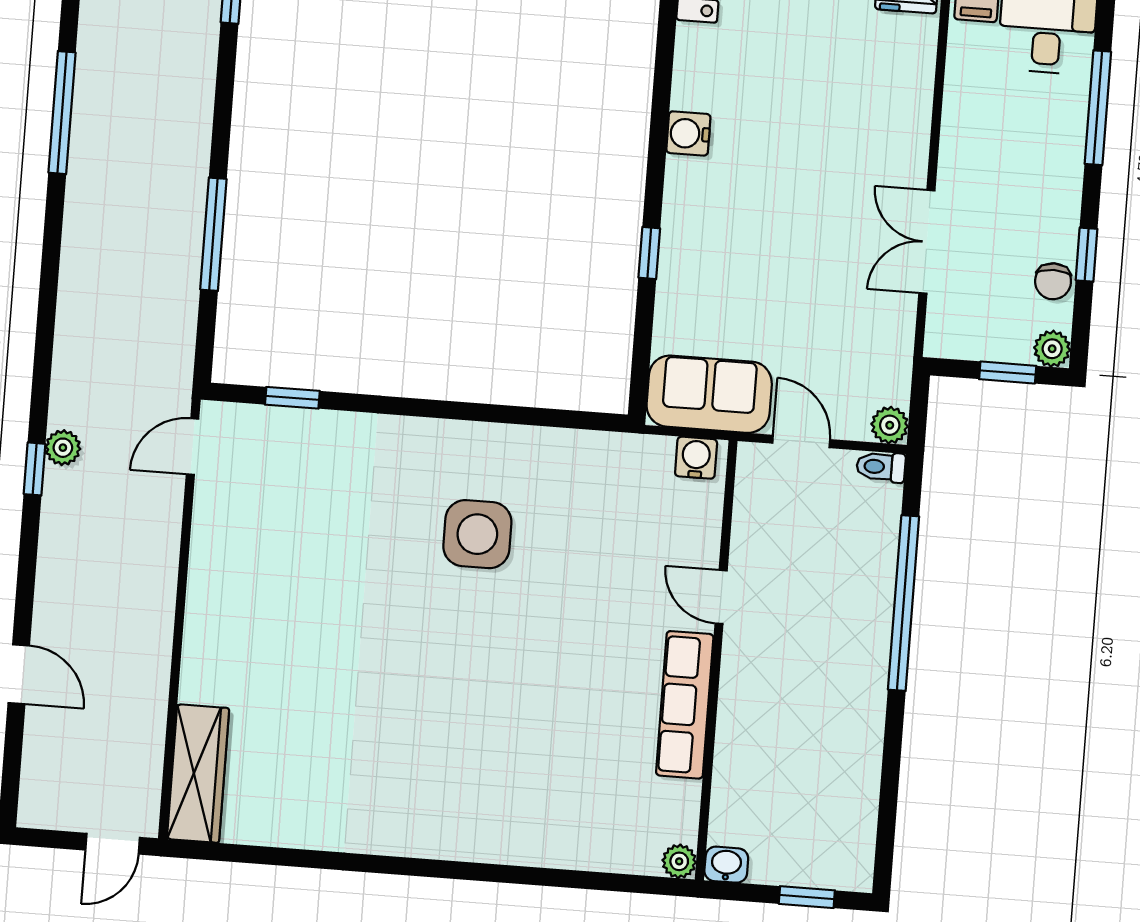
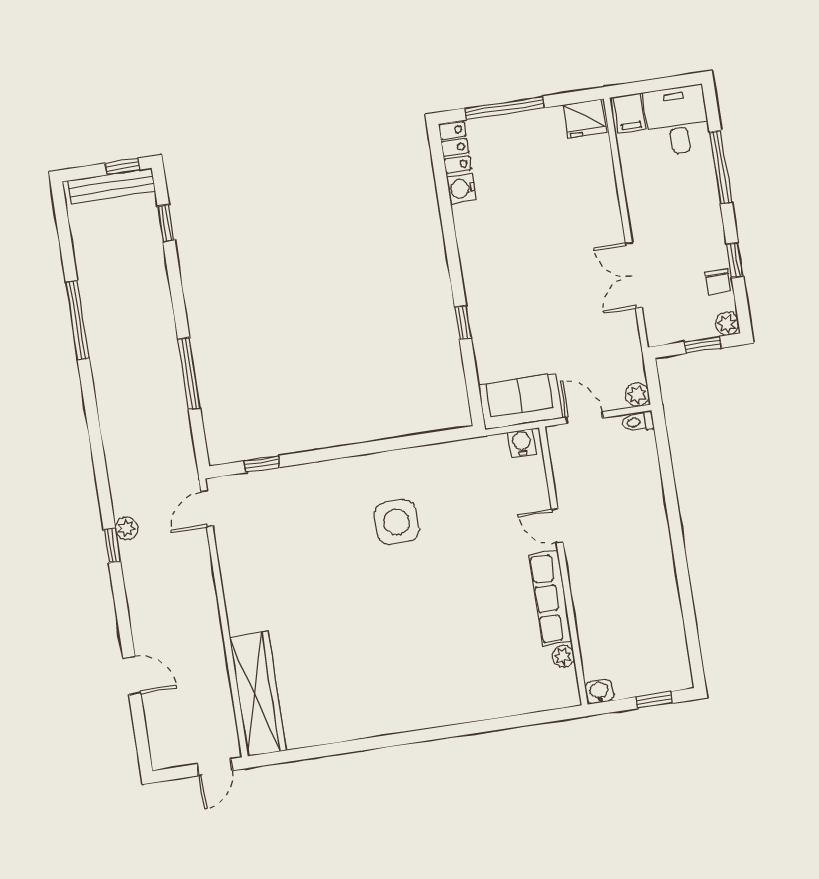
water cooler: (688, 133) -> (462, 188), moved
window: (904, 603) -> (672, 503), removed
wardrobe: (198, 774) -> (258, 694), width x1.40, depth x1.17
plant: (679, 861) -> (563, 656), moved

